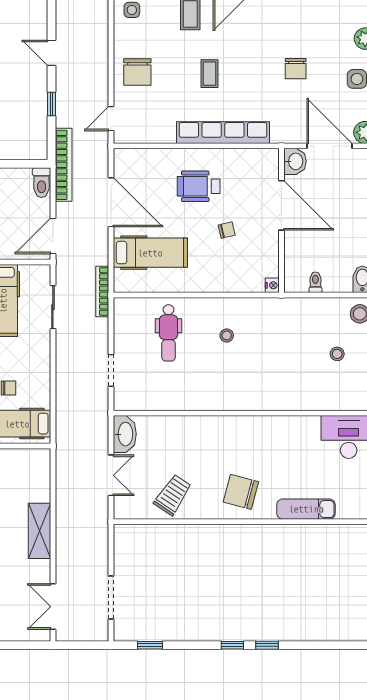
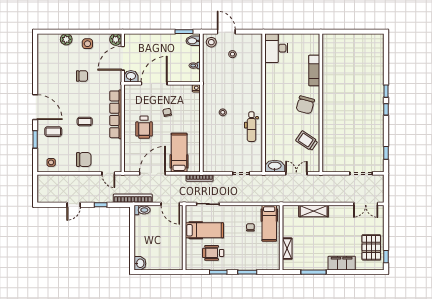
dental chair: (168, 333) -> (251, 127), moved, turned 90
shelving: (40, 531) -> (314, 211), moved

